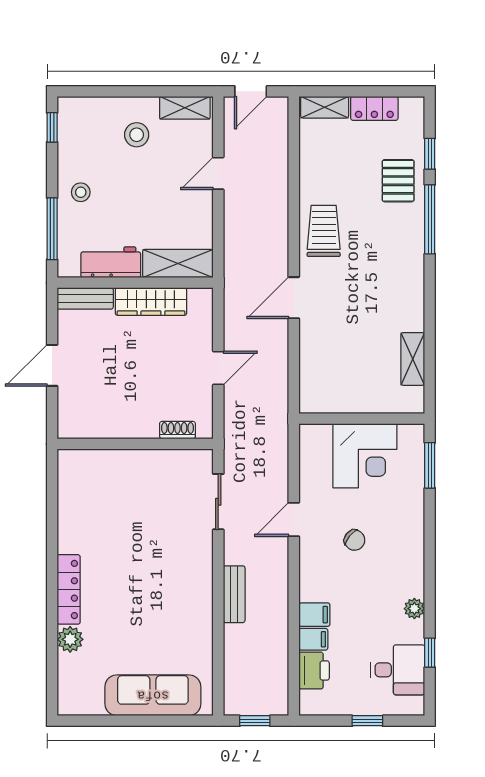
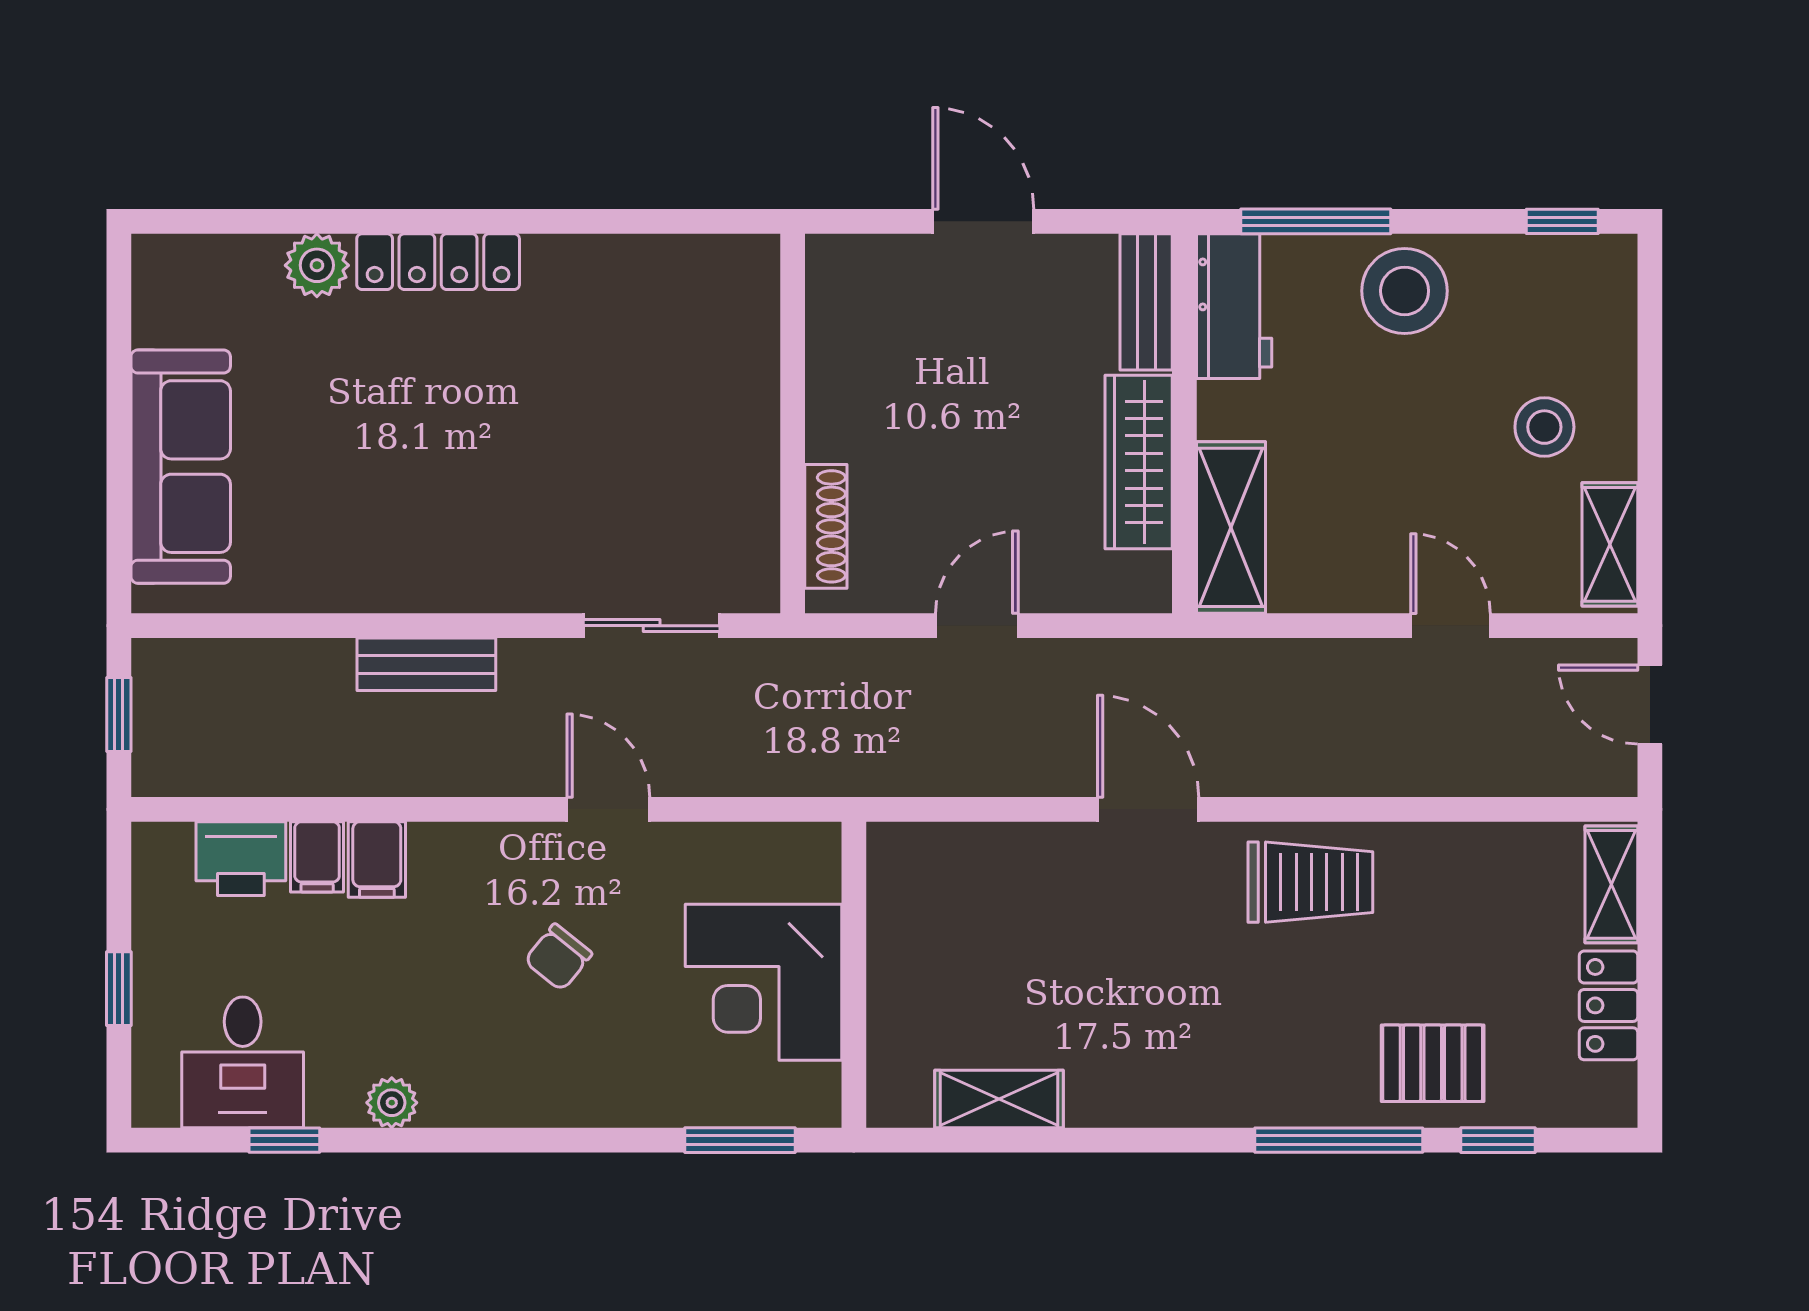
stool: (81, 192) -> (1405, 291), width x1.89, depth x1.89
workbench: (111, 262) -> (1234, 306), moved
door: (218, 368) -> (977, 626), swing flipped
shoe rack: (177, 430) -> (826, 526), width x1.43

